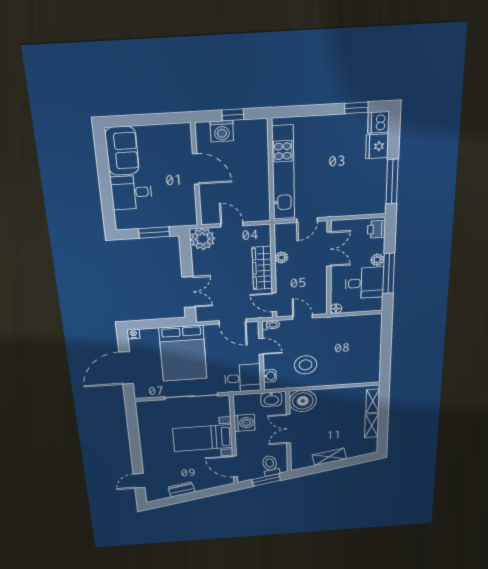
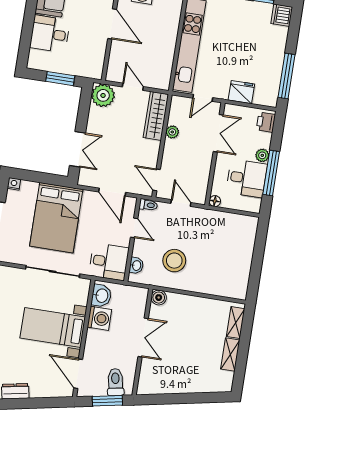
fridge: (377, 146) -> (241, 92), moved, turned 90
wardrobe: (262, 268) -> (156, 116), moved
washbasin: (271, 399) -> (101, 296), moved, turned -90
boiler: (303, 401) -> (159, 298), width x0.54, depth x0.54
double door: (288, 429) -> (143, 337), swing flipped
shelving: (329, 457) -> (180, 386), removed

